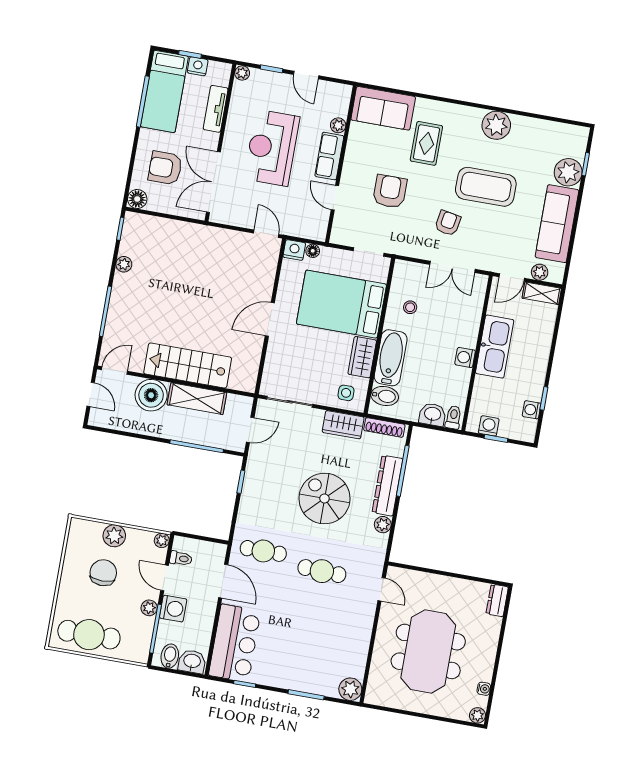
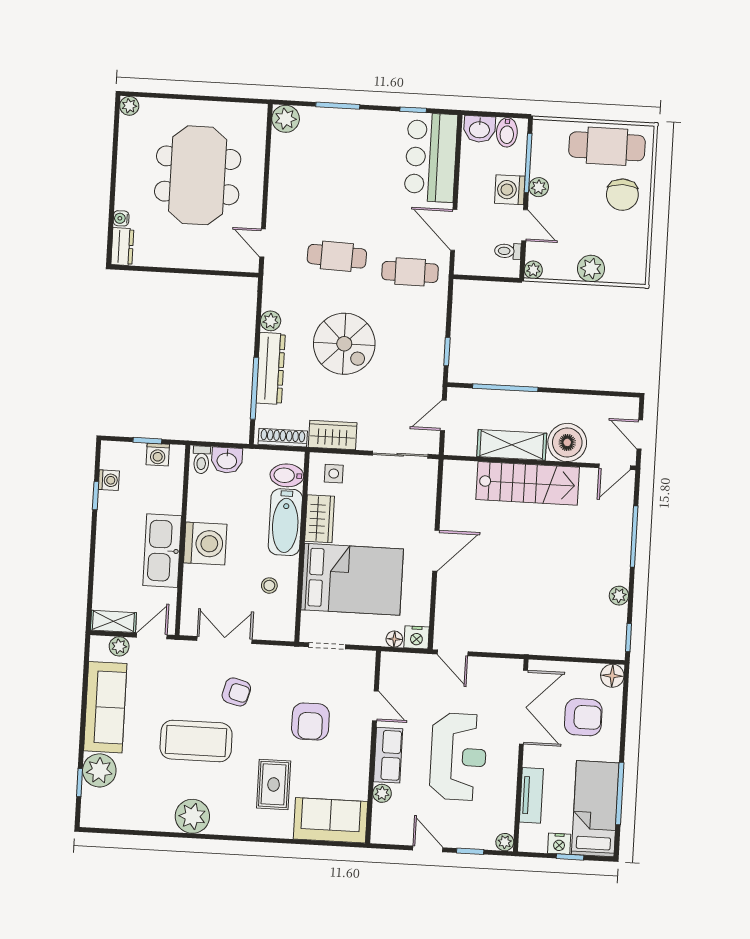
armchair: (448, 223) -> (236, 692), turned -85
washing machine: (465, 357) -> (205, 544), width x1.89, depth x1.89
chair: (103, 573) -> (622, 195), moved
water cooler: (484, 689) -> (121, 218), moved

